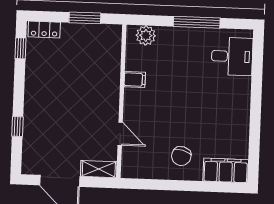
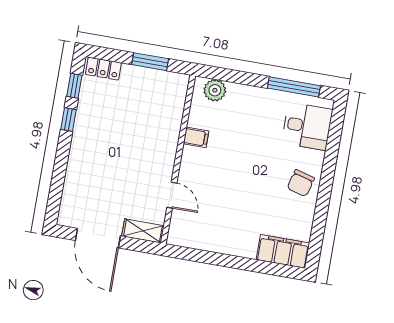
window: (197, 22) -> (294, 87), moved
window: (17, 126) -> (68, 119), moved
chair: (181, 156) -> (301, 183), moved

